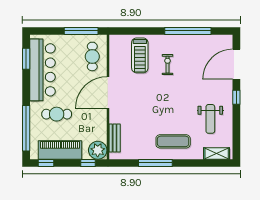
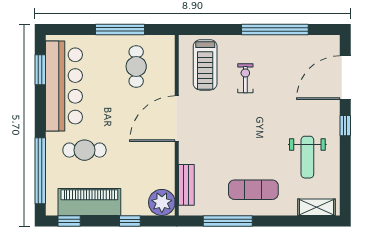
door: (108, 92) -> (177, 119), moved
wall: (108, 97) -> (177, 125), moved
bench: (115, 138) -> (186, 185), moved
plant: (98, 150) -> (162, 202), moved

